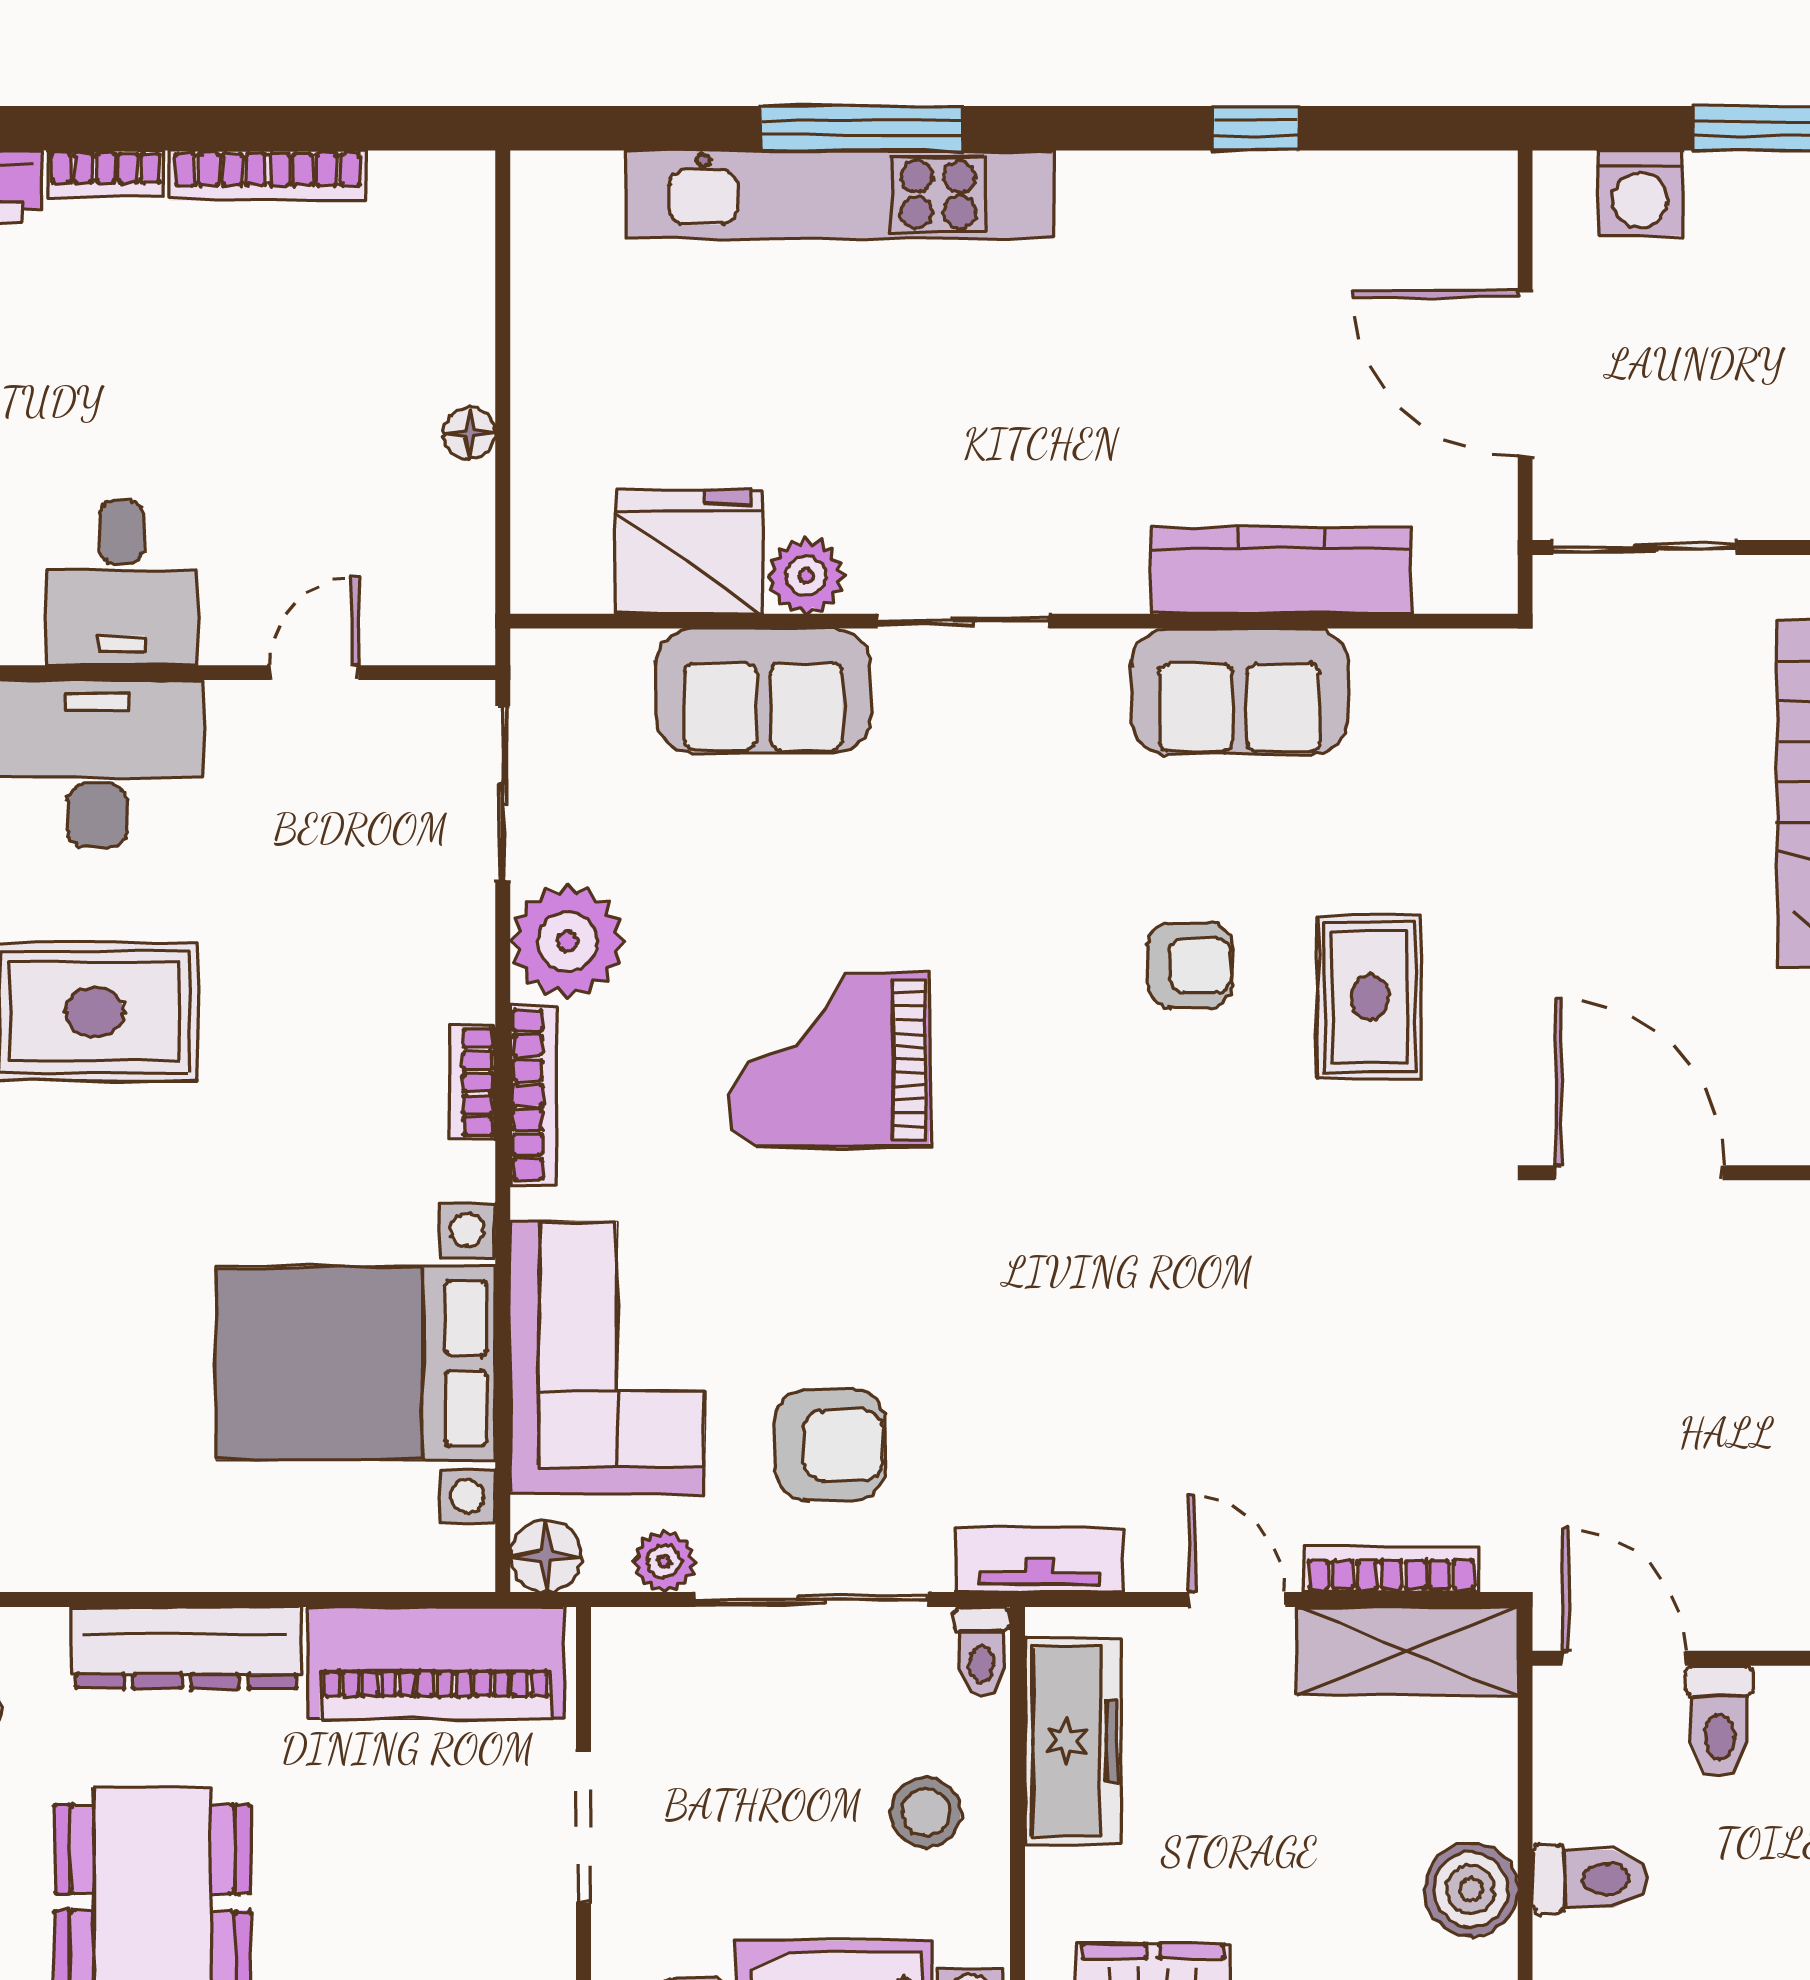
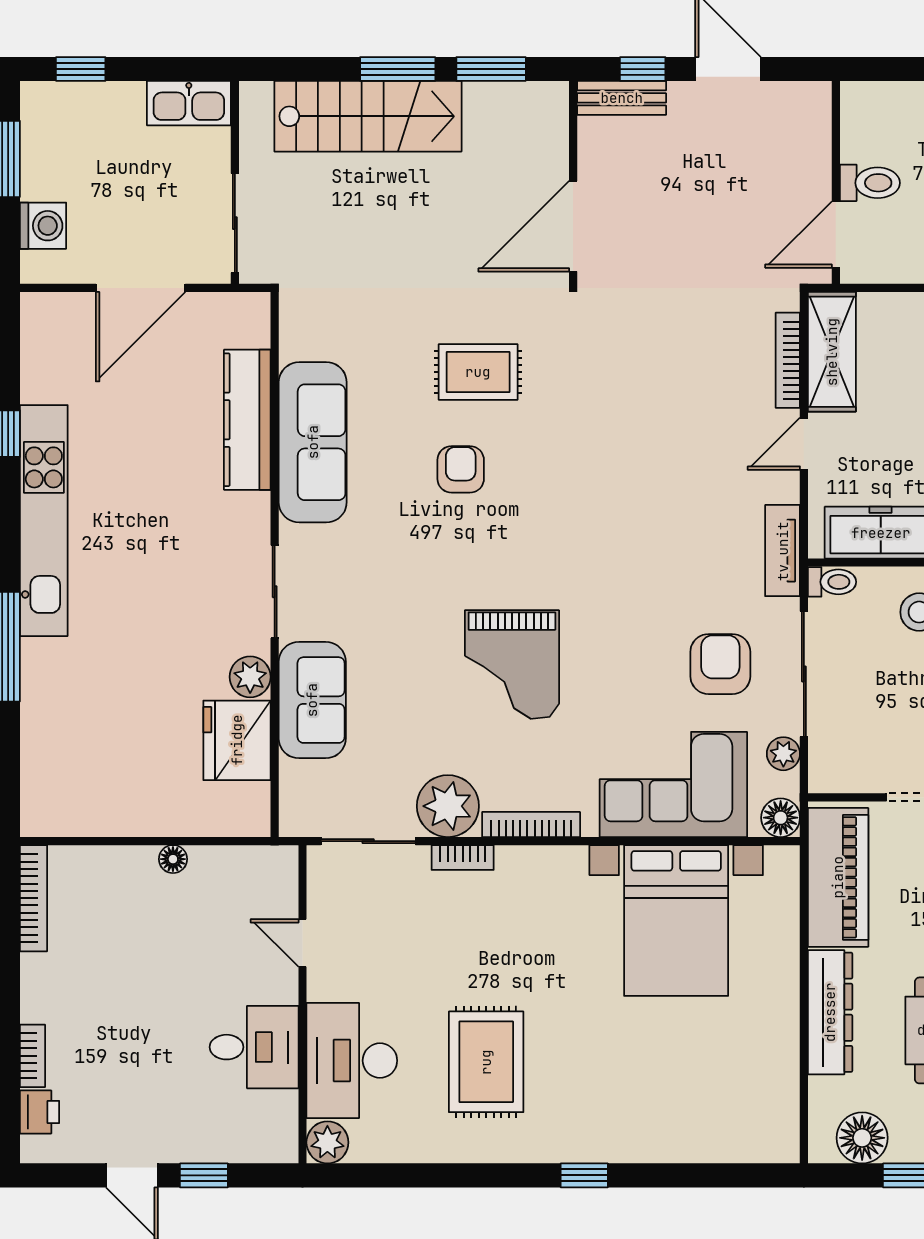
bookcase: (268, 175) -> (34, 898), moved
kitchen unit: (840, 194) -> (44, 521), moved
sofa: (1240, 691) -> (313, 442), width x1.36
bookcase: (472, 1083) -> (463, 857), moved

